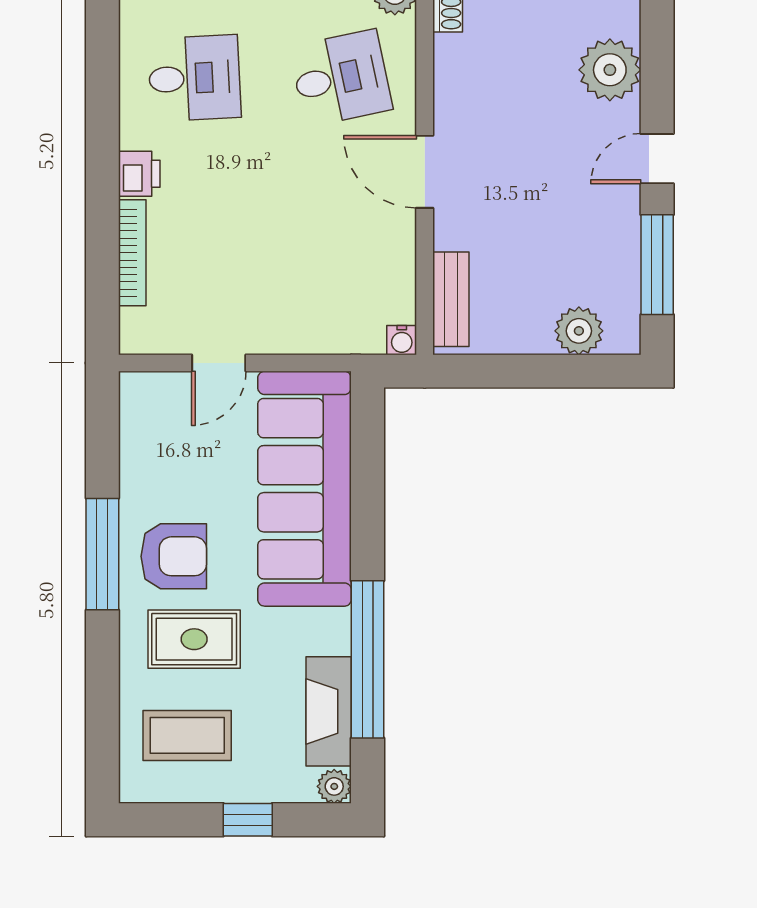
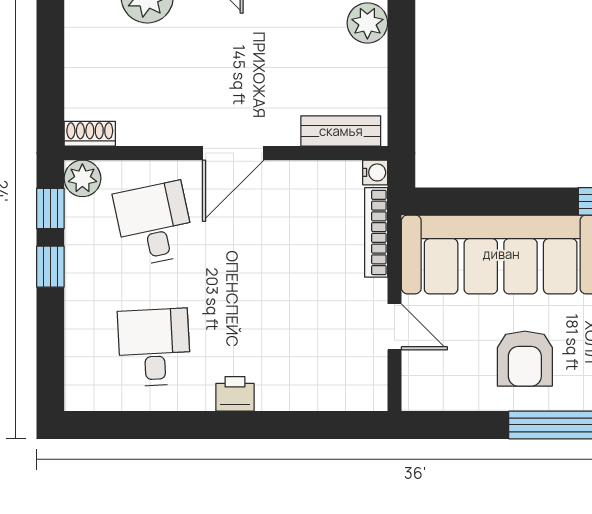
bookcase: (132, 253) -> (376, 232), moved, turned -90
armchair: (174, 556) -> (525, 359), moved, turned 180

